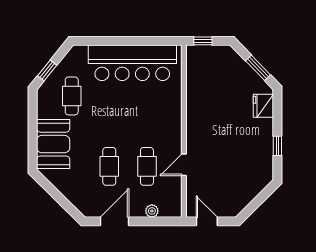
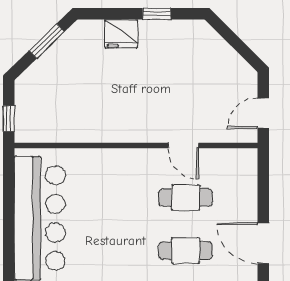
fridge: (263, 106) -> (121, 34), moved
plant: (152, 211) -> (248, 191), removed

